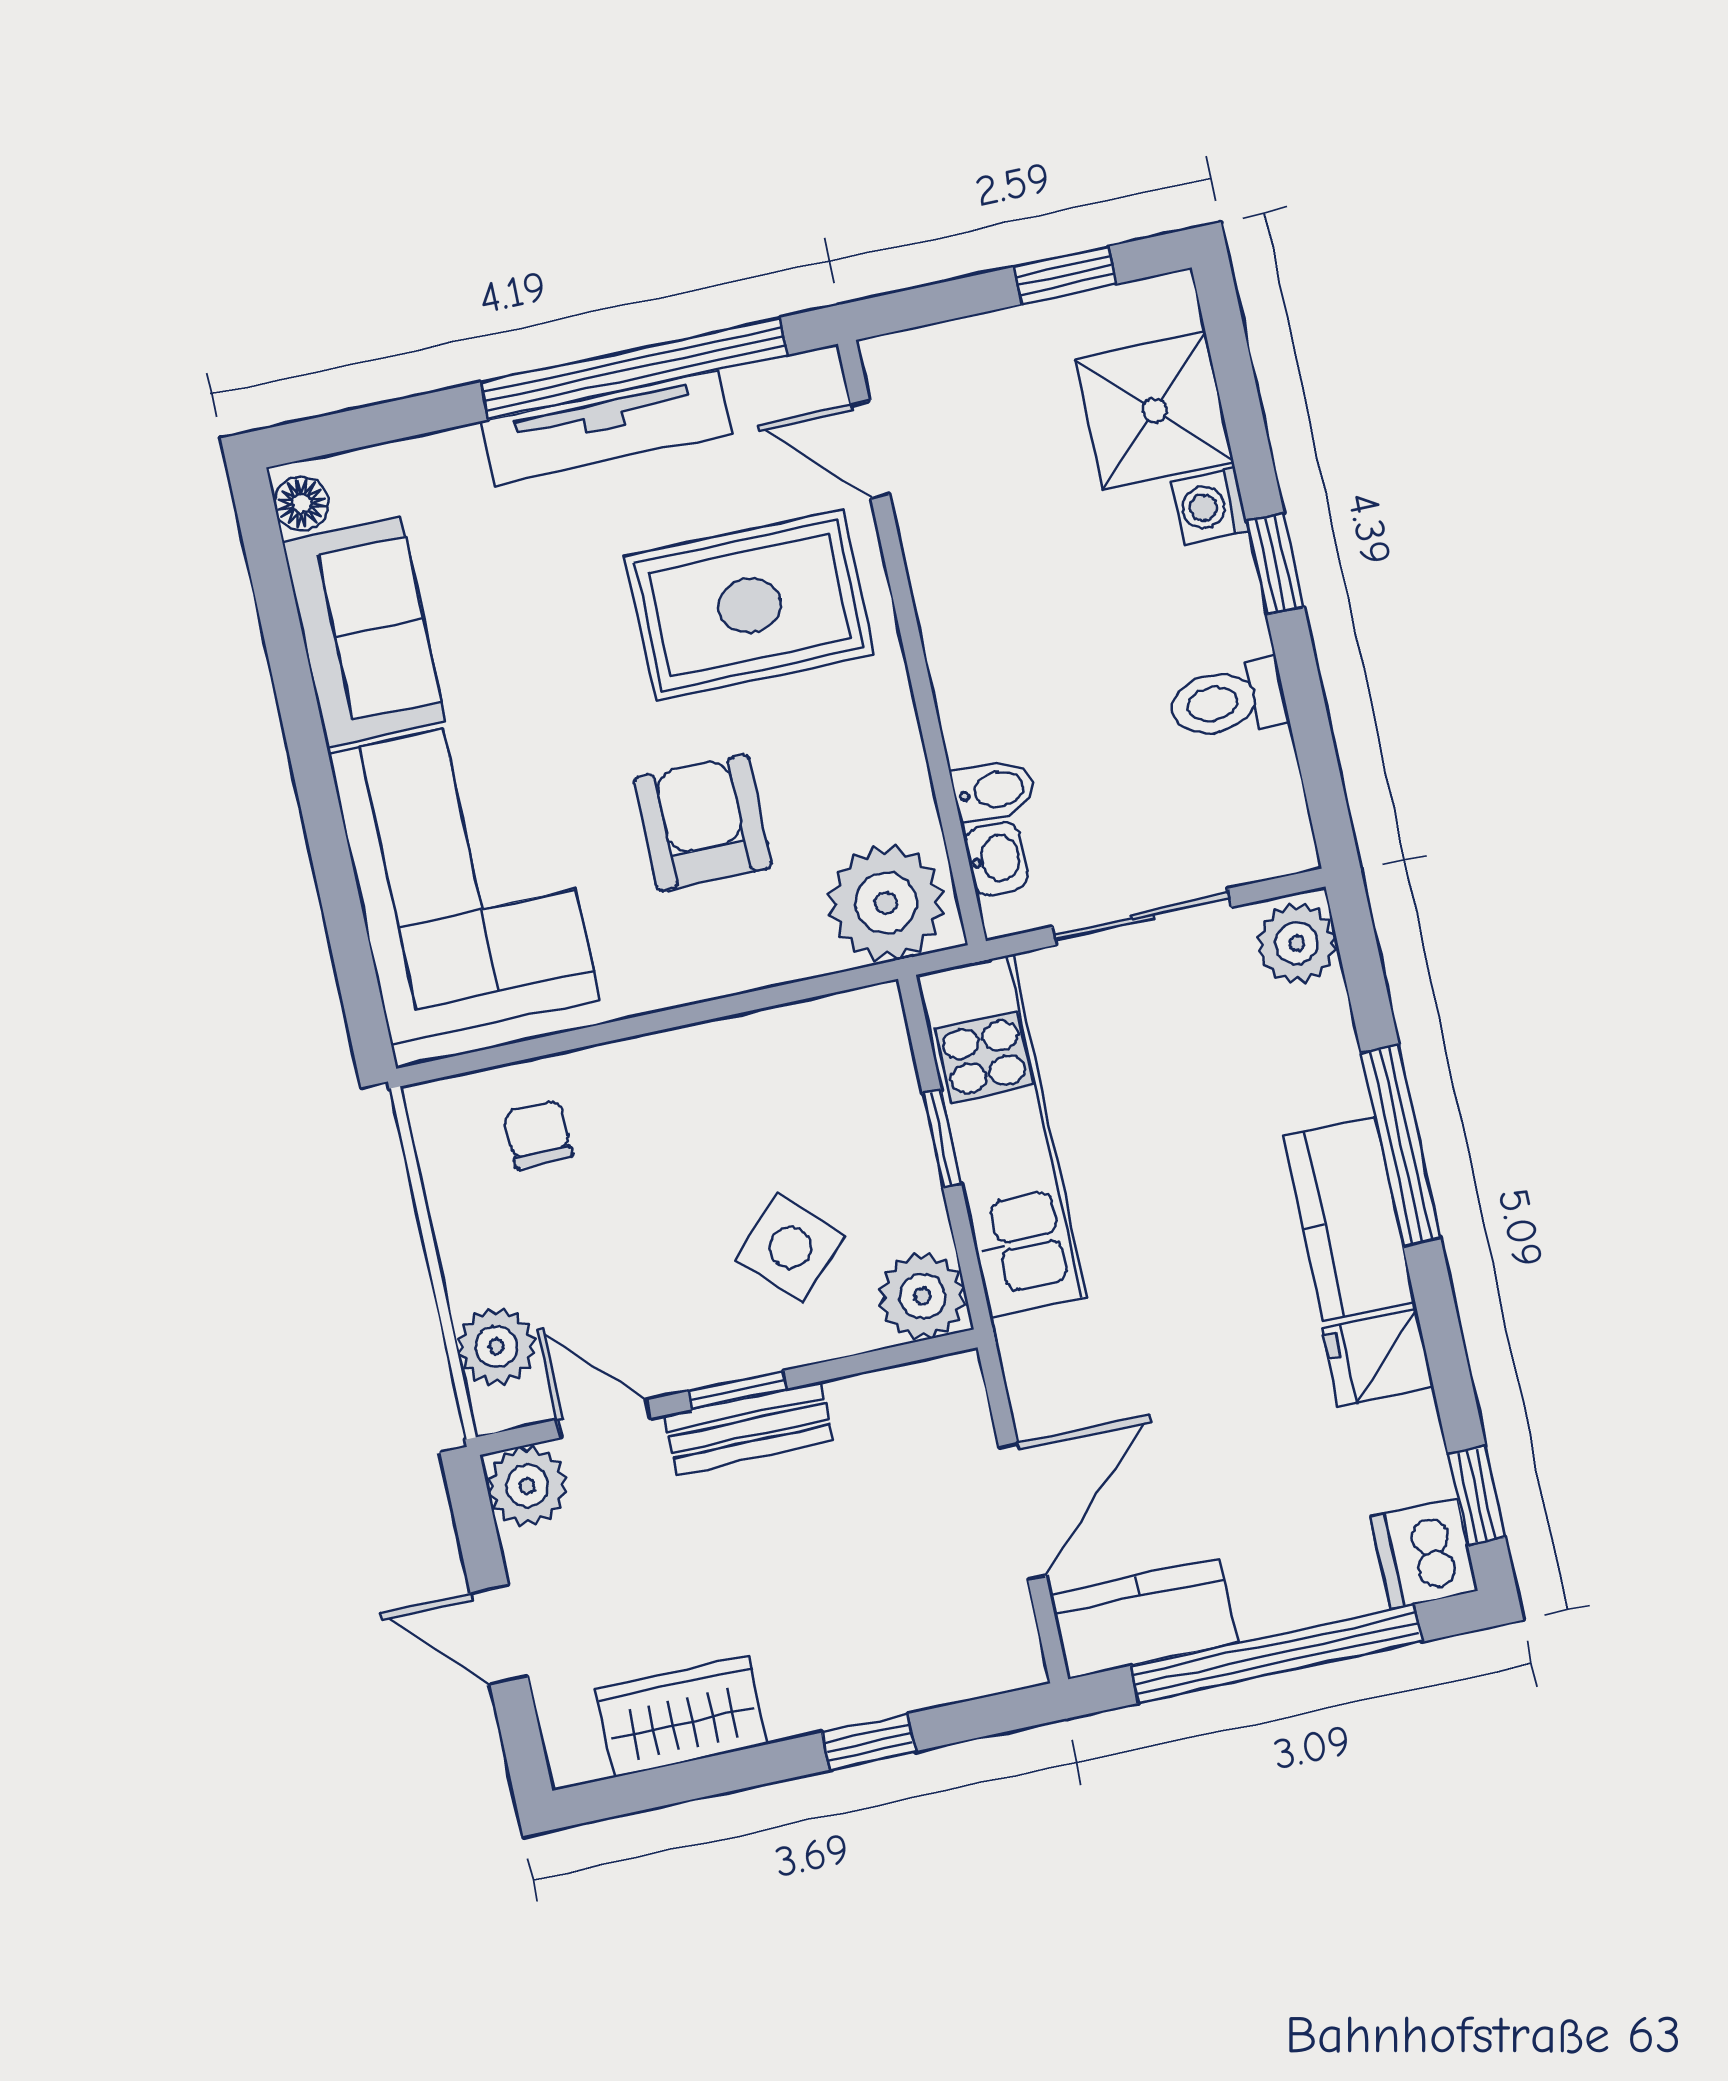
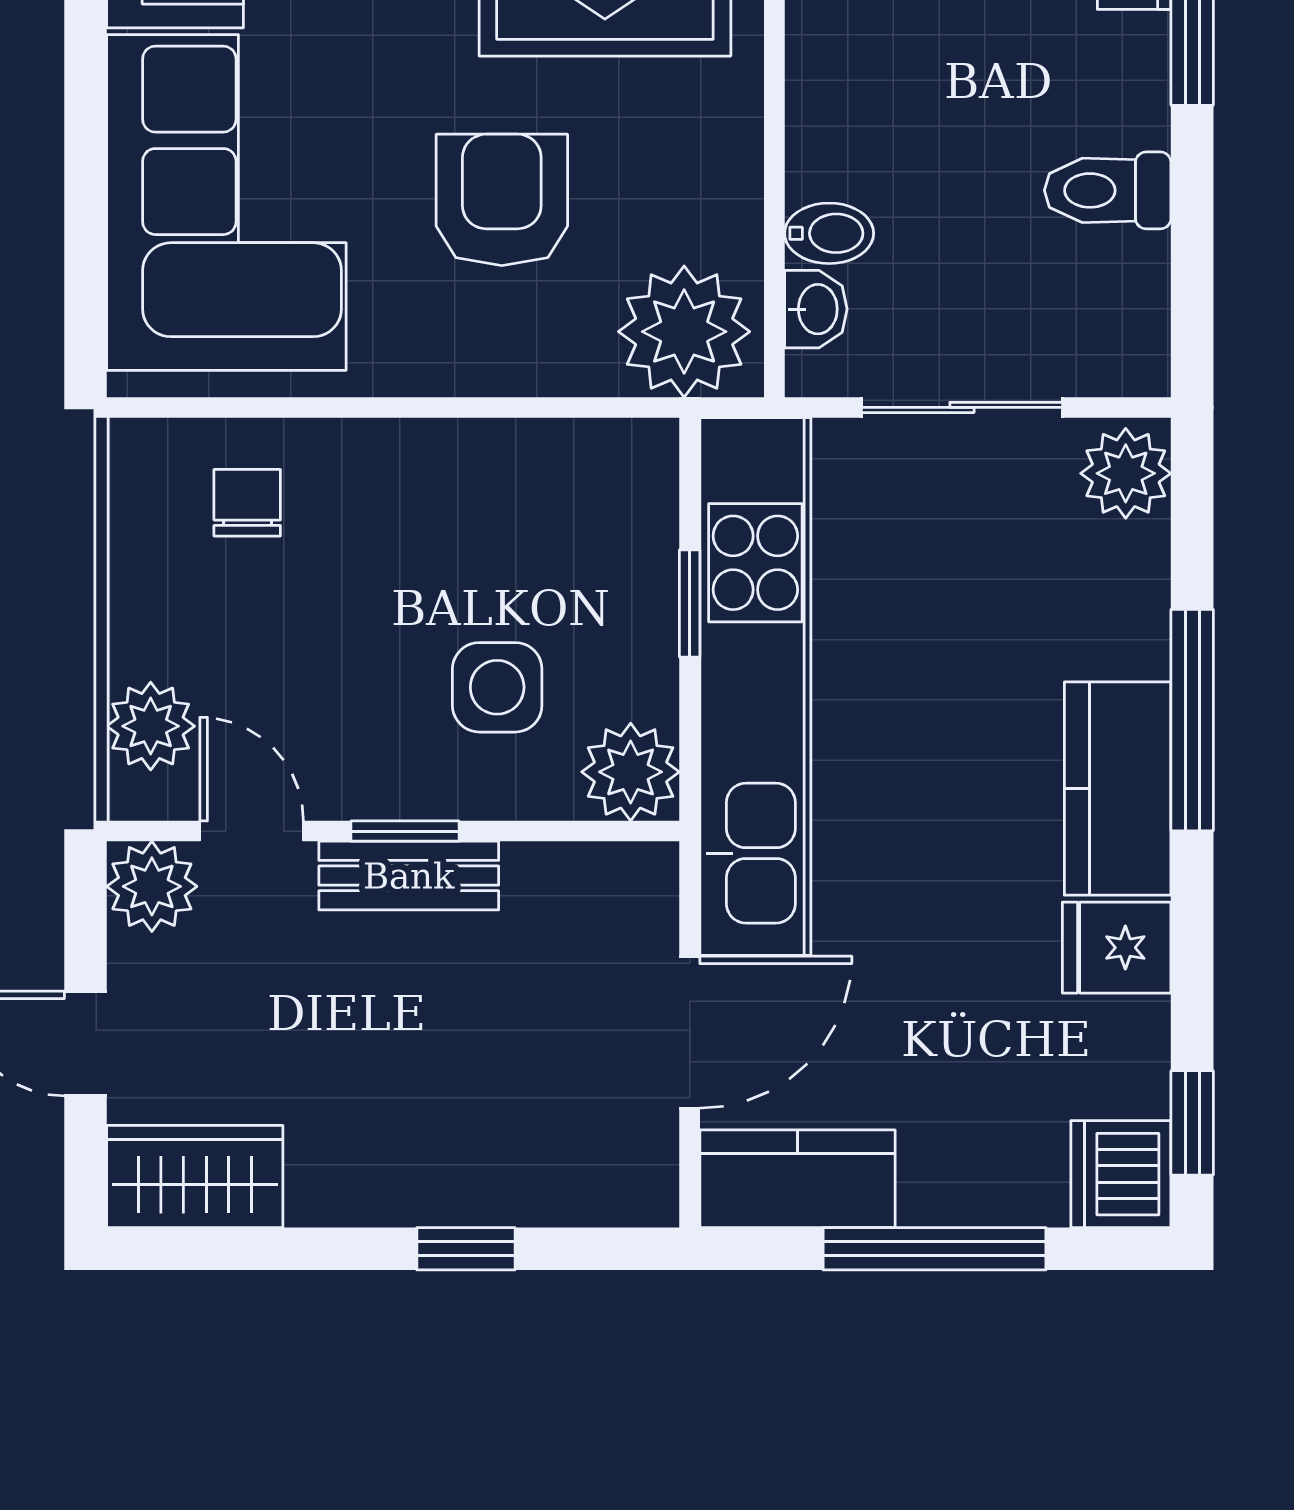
kitchen unit: (1001, 1136) -> (755, 686), width x1.36
side table: (790, 1248) -> (497, 687), turned 45
window: (1276, 1654) -> (935, 1249), width x0.68
wardrobe: (682, 1717) -> (195, 1177), moved

